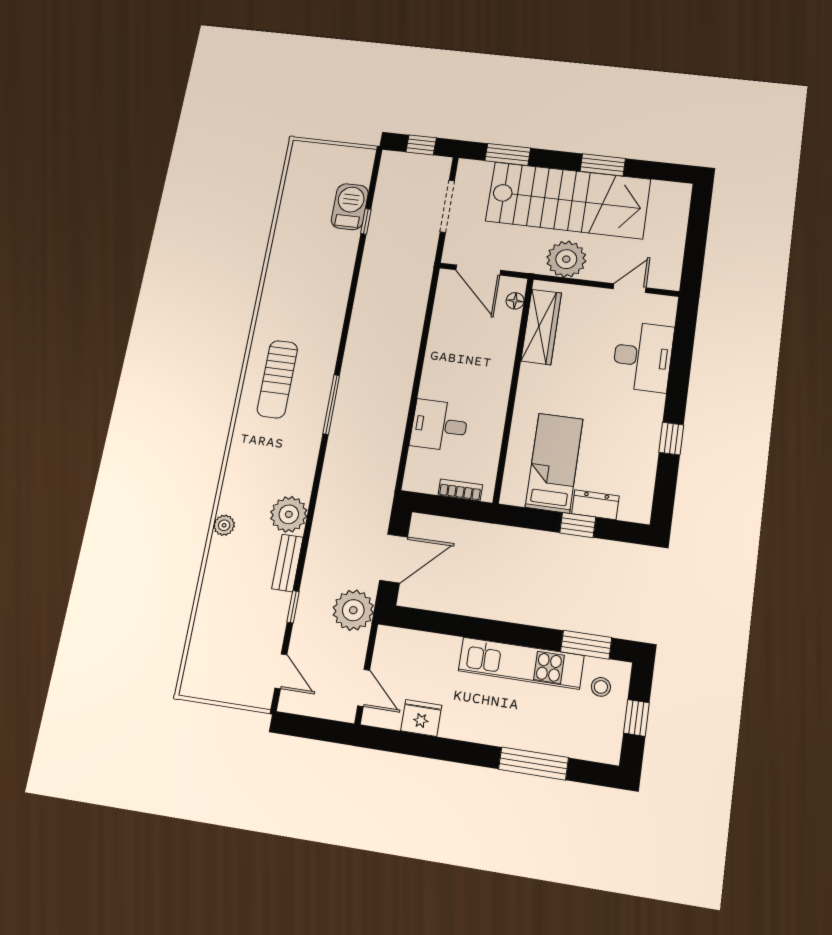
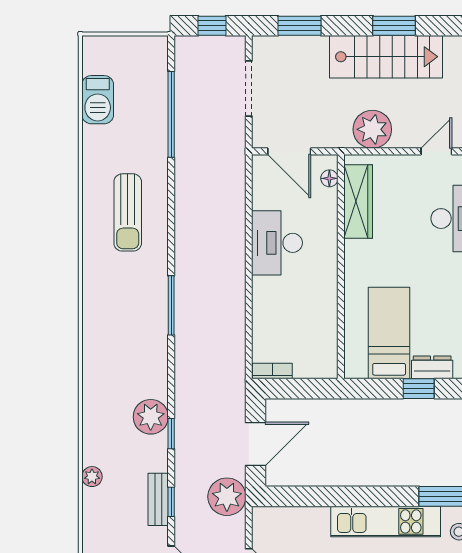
stairs: (568, 200) -> (386, 57), width x0.73, depth x0.66
barbecue: (350, 207) -> (98, 100), moved, turned 180
window: (366, 221) -> (171, 114), width x3.17
sun lounger: (277, 379) -> (128, 212), moved
desk: (439, 425) -> (277, 243), moved, width x1.37
bookcase: (460, 490) -> (272, 371), moved
plant: (224, 525) -> (92, 477), moved
window: (307, 535) -> (171, 434), added
bench: (287, 563) -> (158, 499), moved

